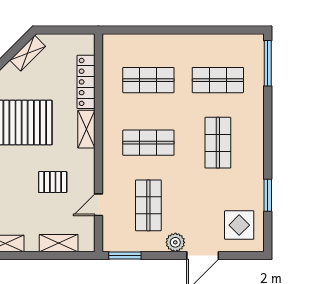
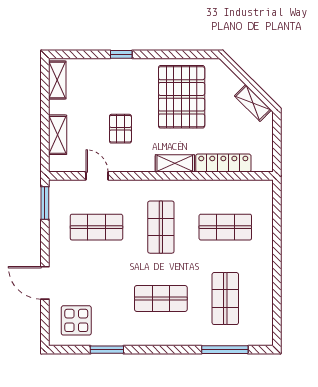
window: (268, 63) -> (225, 350), moved
shop shelf: (148, 80) -> (225, 227), turned 90
plant: (175, 242) -> (58, 255), removed

